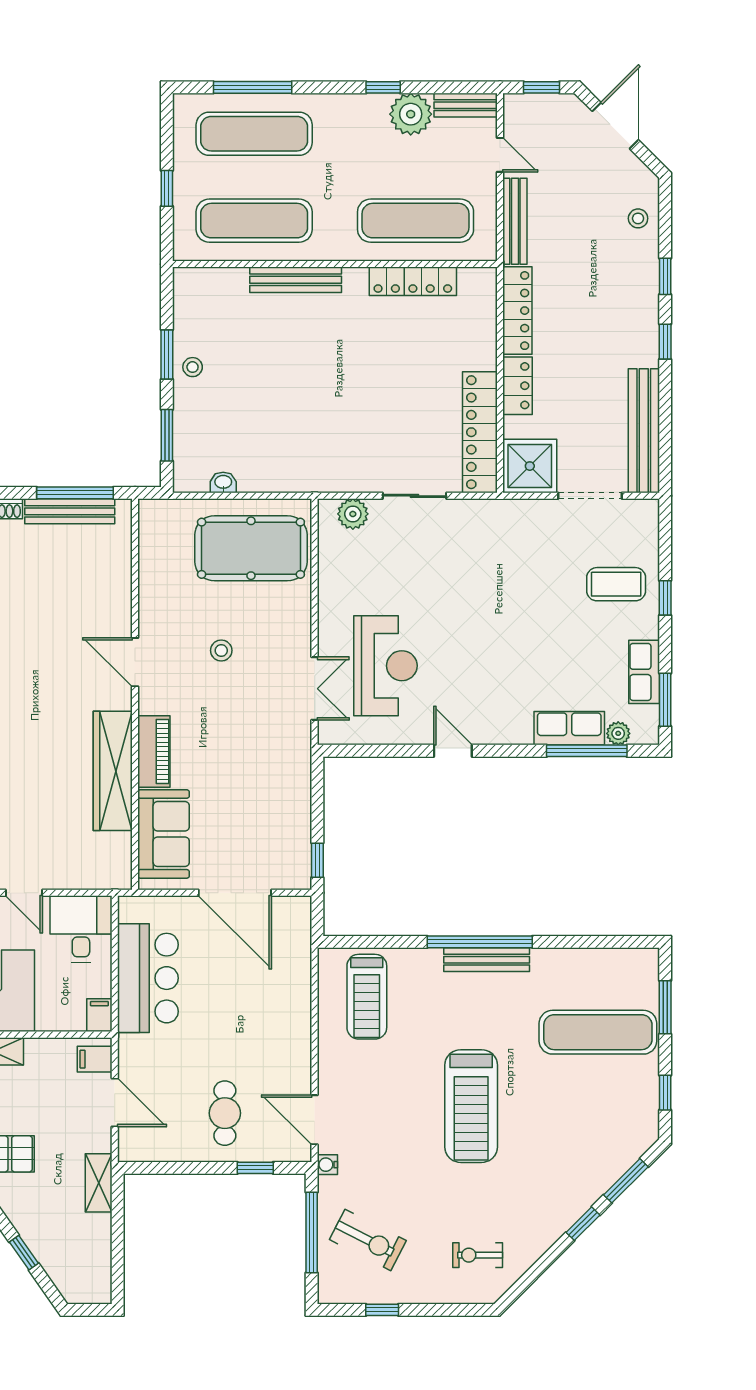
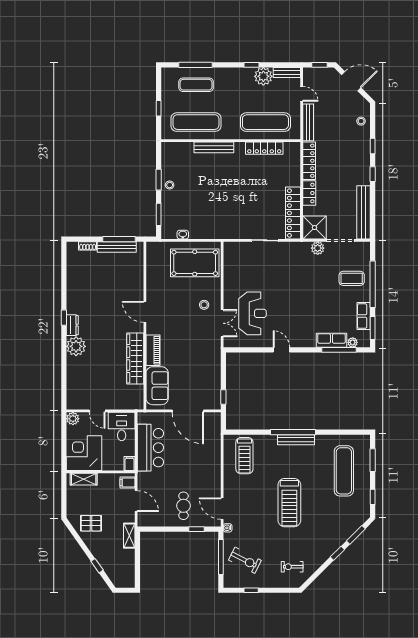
door: (615, 126) -> (351, 81), hinge flipped
exercise mat: (254, 134) -> (196, 85), width x0.73, depth x0.69
plant: (353, 514) -> (318, 248), moved
window: (665, 598) -> (373, 284), width x3.17
stool: (221, 650) -> (204, 305), moved
exercise mat: (598, 1032) -> (344, 471), turned 90

